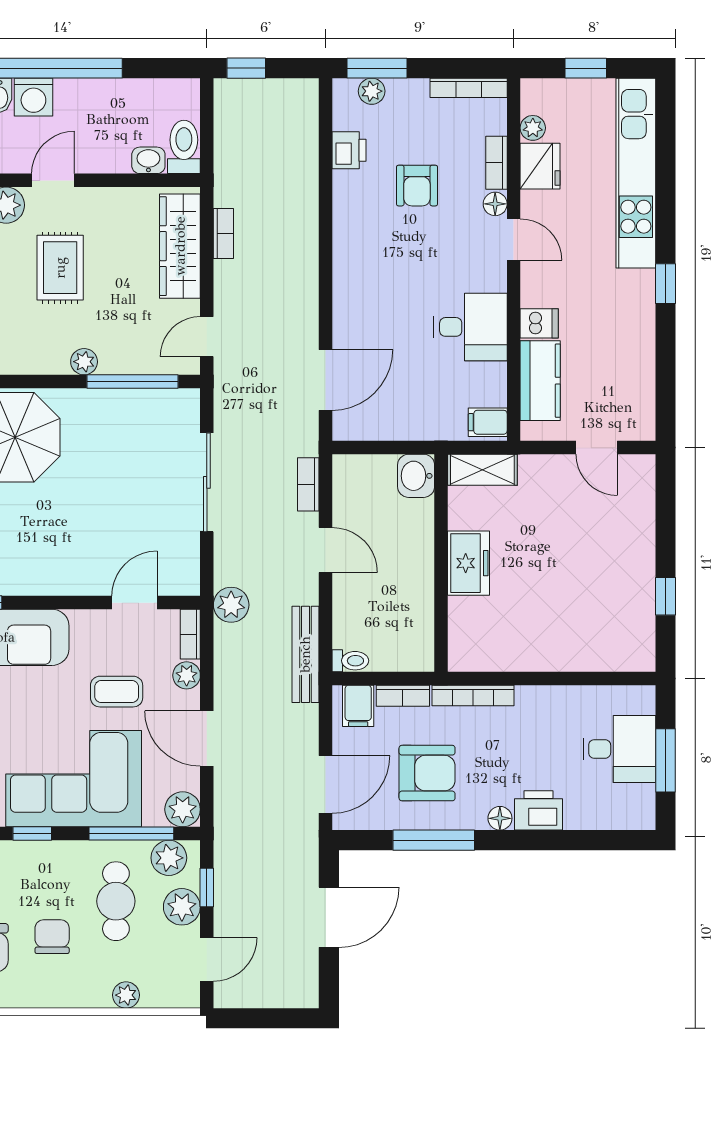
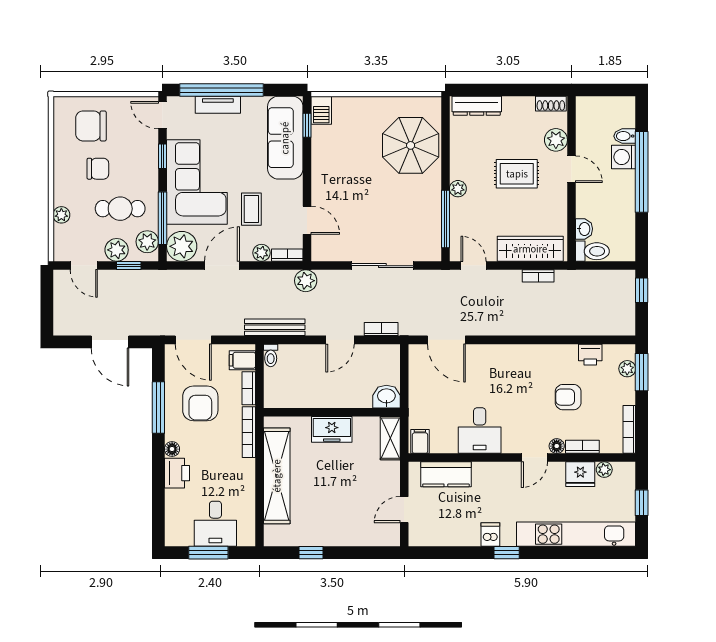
dishwasher: (539, 323) -> (490, 535), moved, turned 180
shelving: (543, 651) -> (277, 476), added
plant: (183, 809) -> (182, 246), width x1.36, depth x1.36

